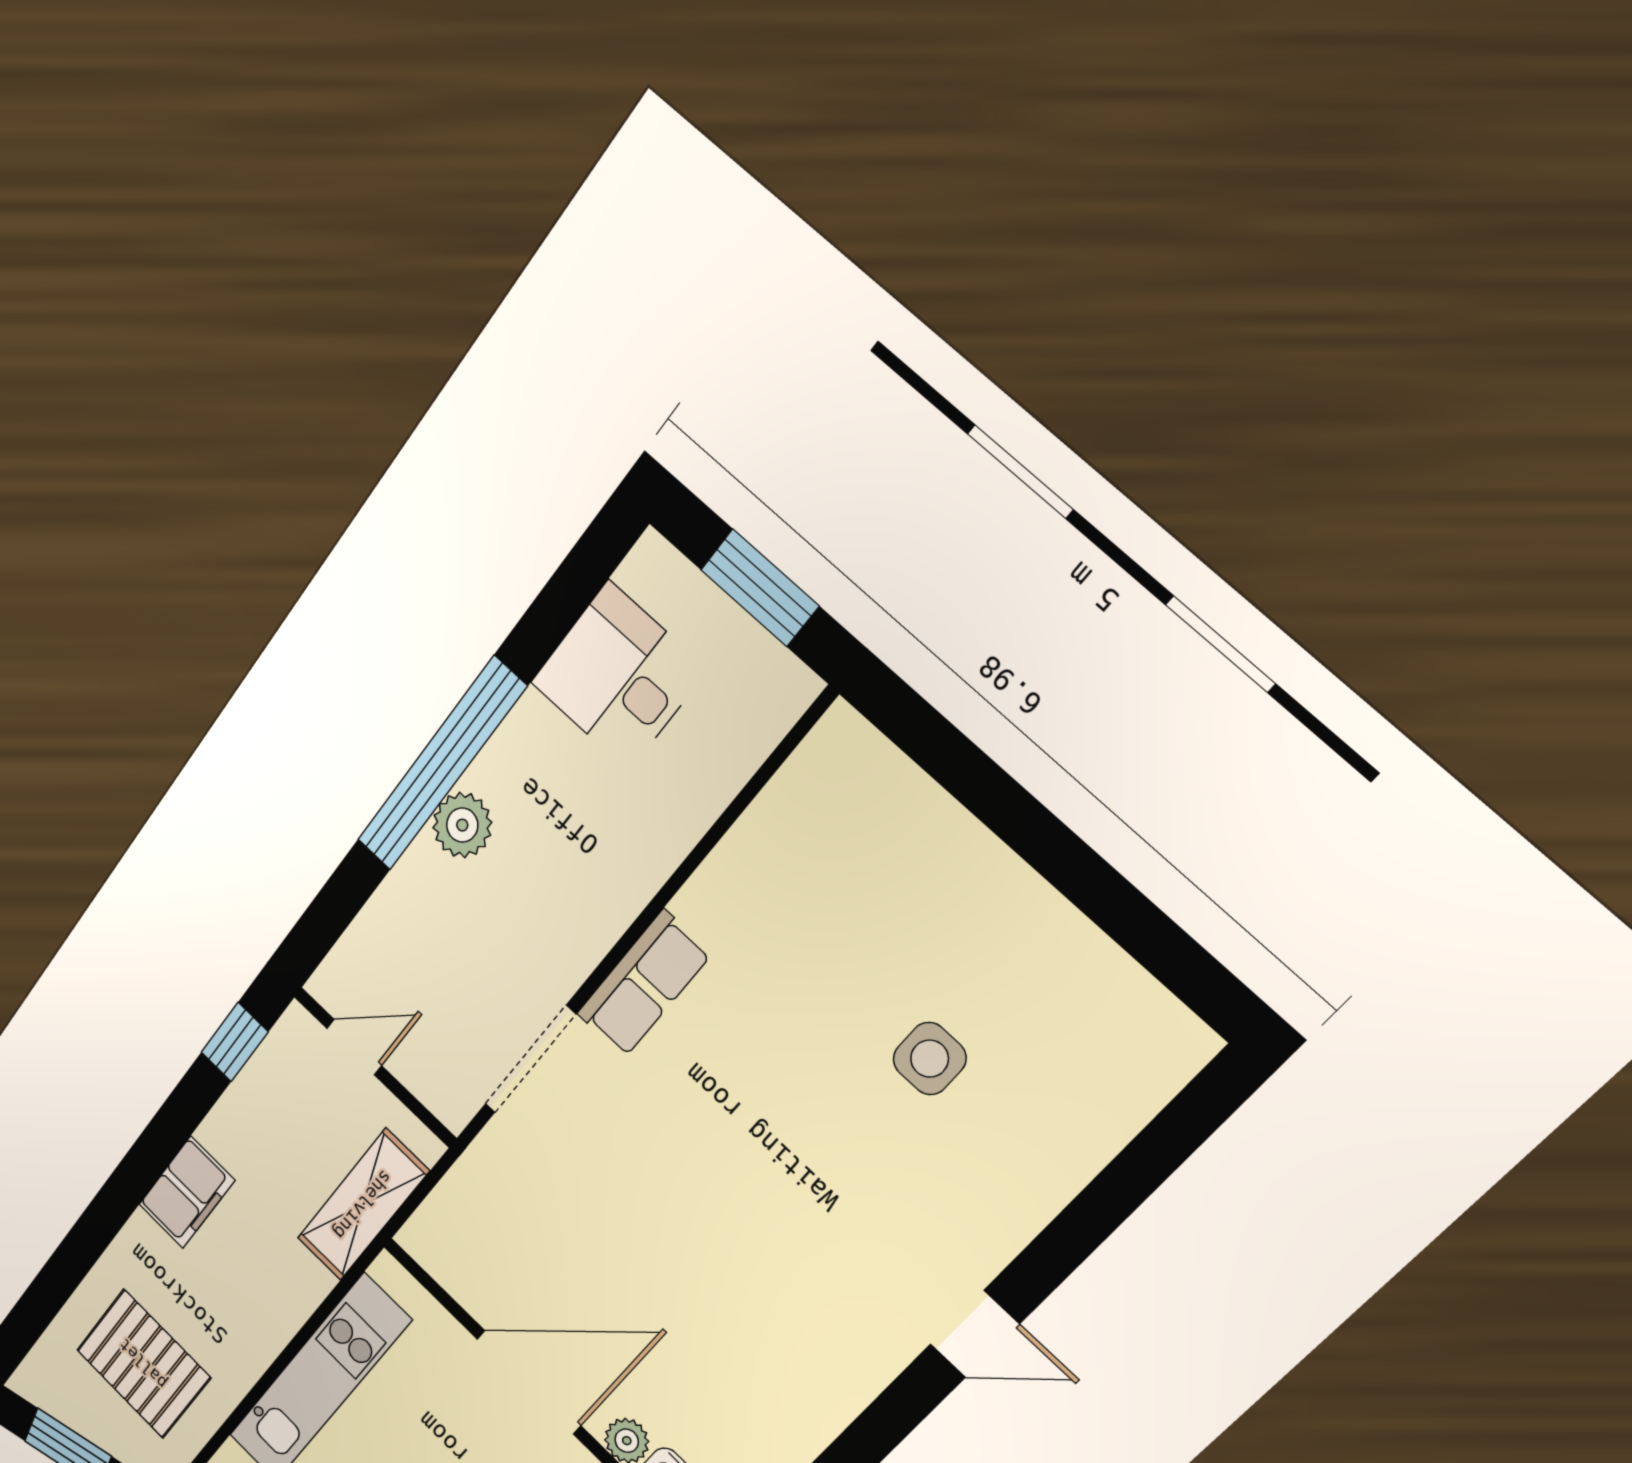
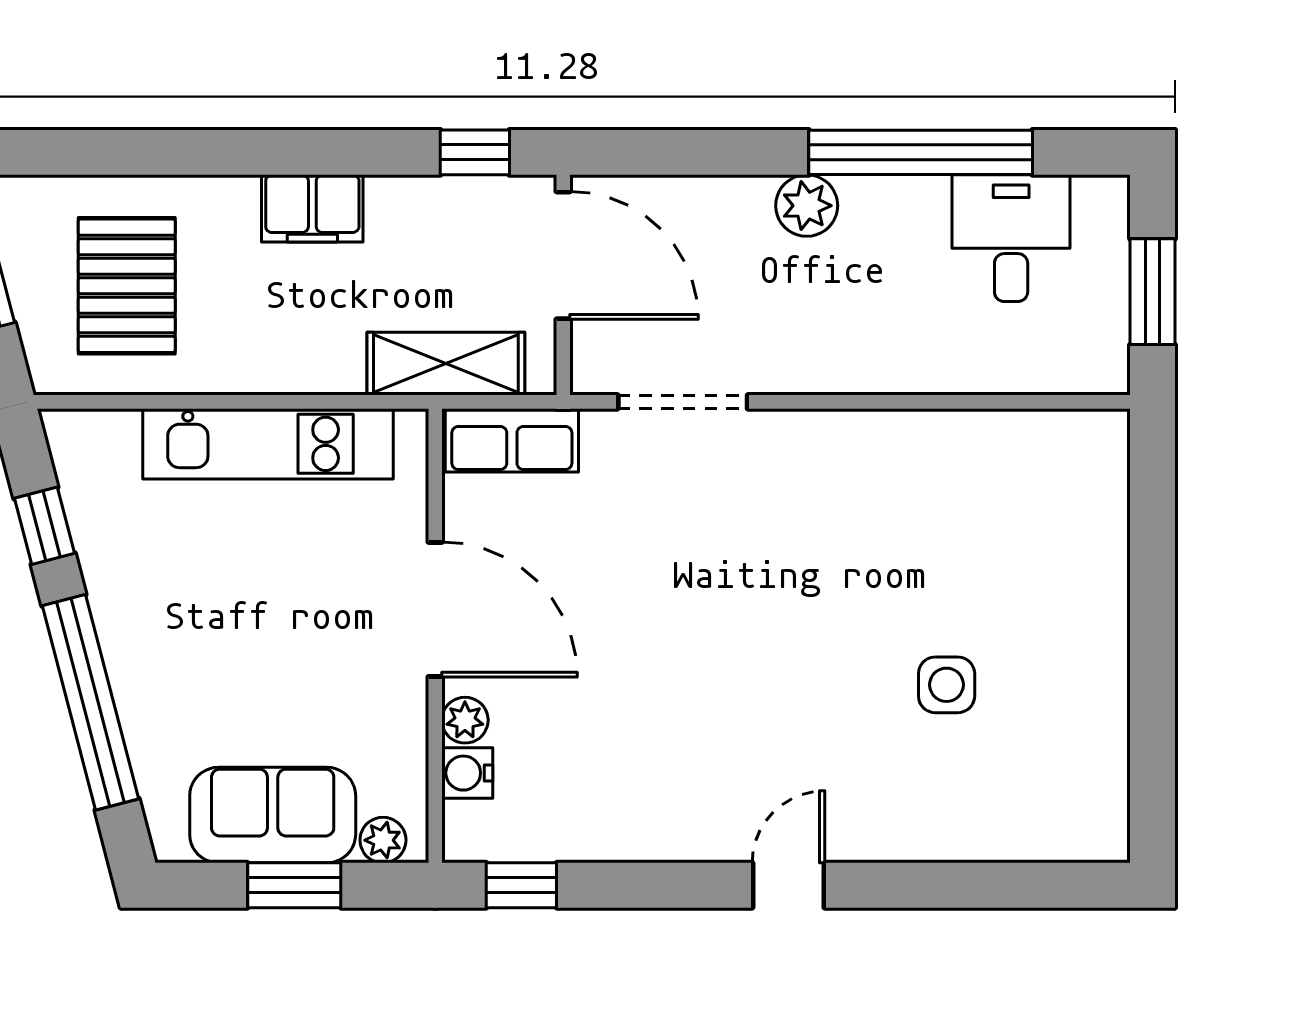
window: (441, 764) -> (921, 152), moved
row of seats: (644, 984) -> (512, 440), moved
door: (354, 1047) -> (563, 255), width x1.88
door: (975, 1334) -> (788, 885), swing flipped

